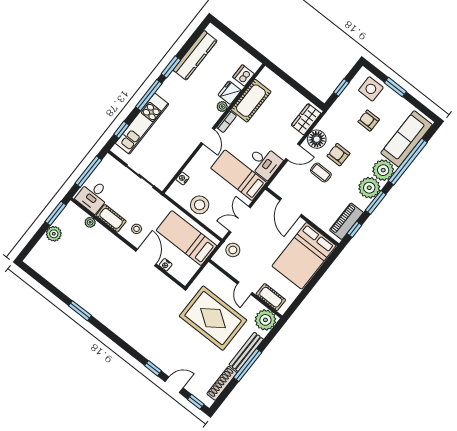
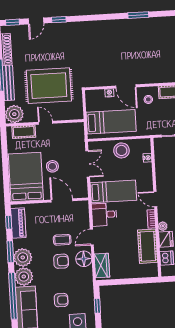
stool: (233, 250) -> (52, 166), moved

